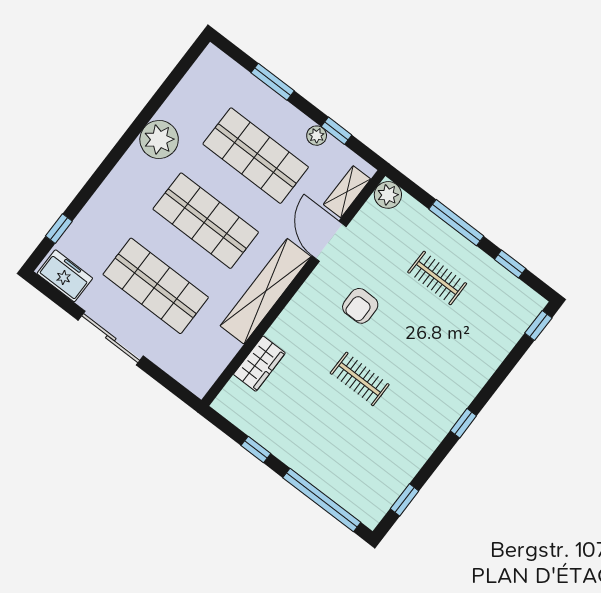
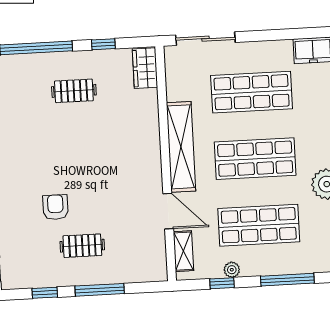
window: (273, 82) -> (287, 280), width x1.44
plant: (388, 195) -> (156, 271), removed
armchair: (360, 306) -> (55, 207), moved
sliding door: (111, 338) -> (205, 39), moved
wardrobe: (259, 364) -> (145, 68), moved
clothes rail: (360, 379) -> (74, 91), moved

